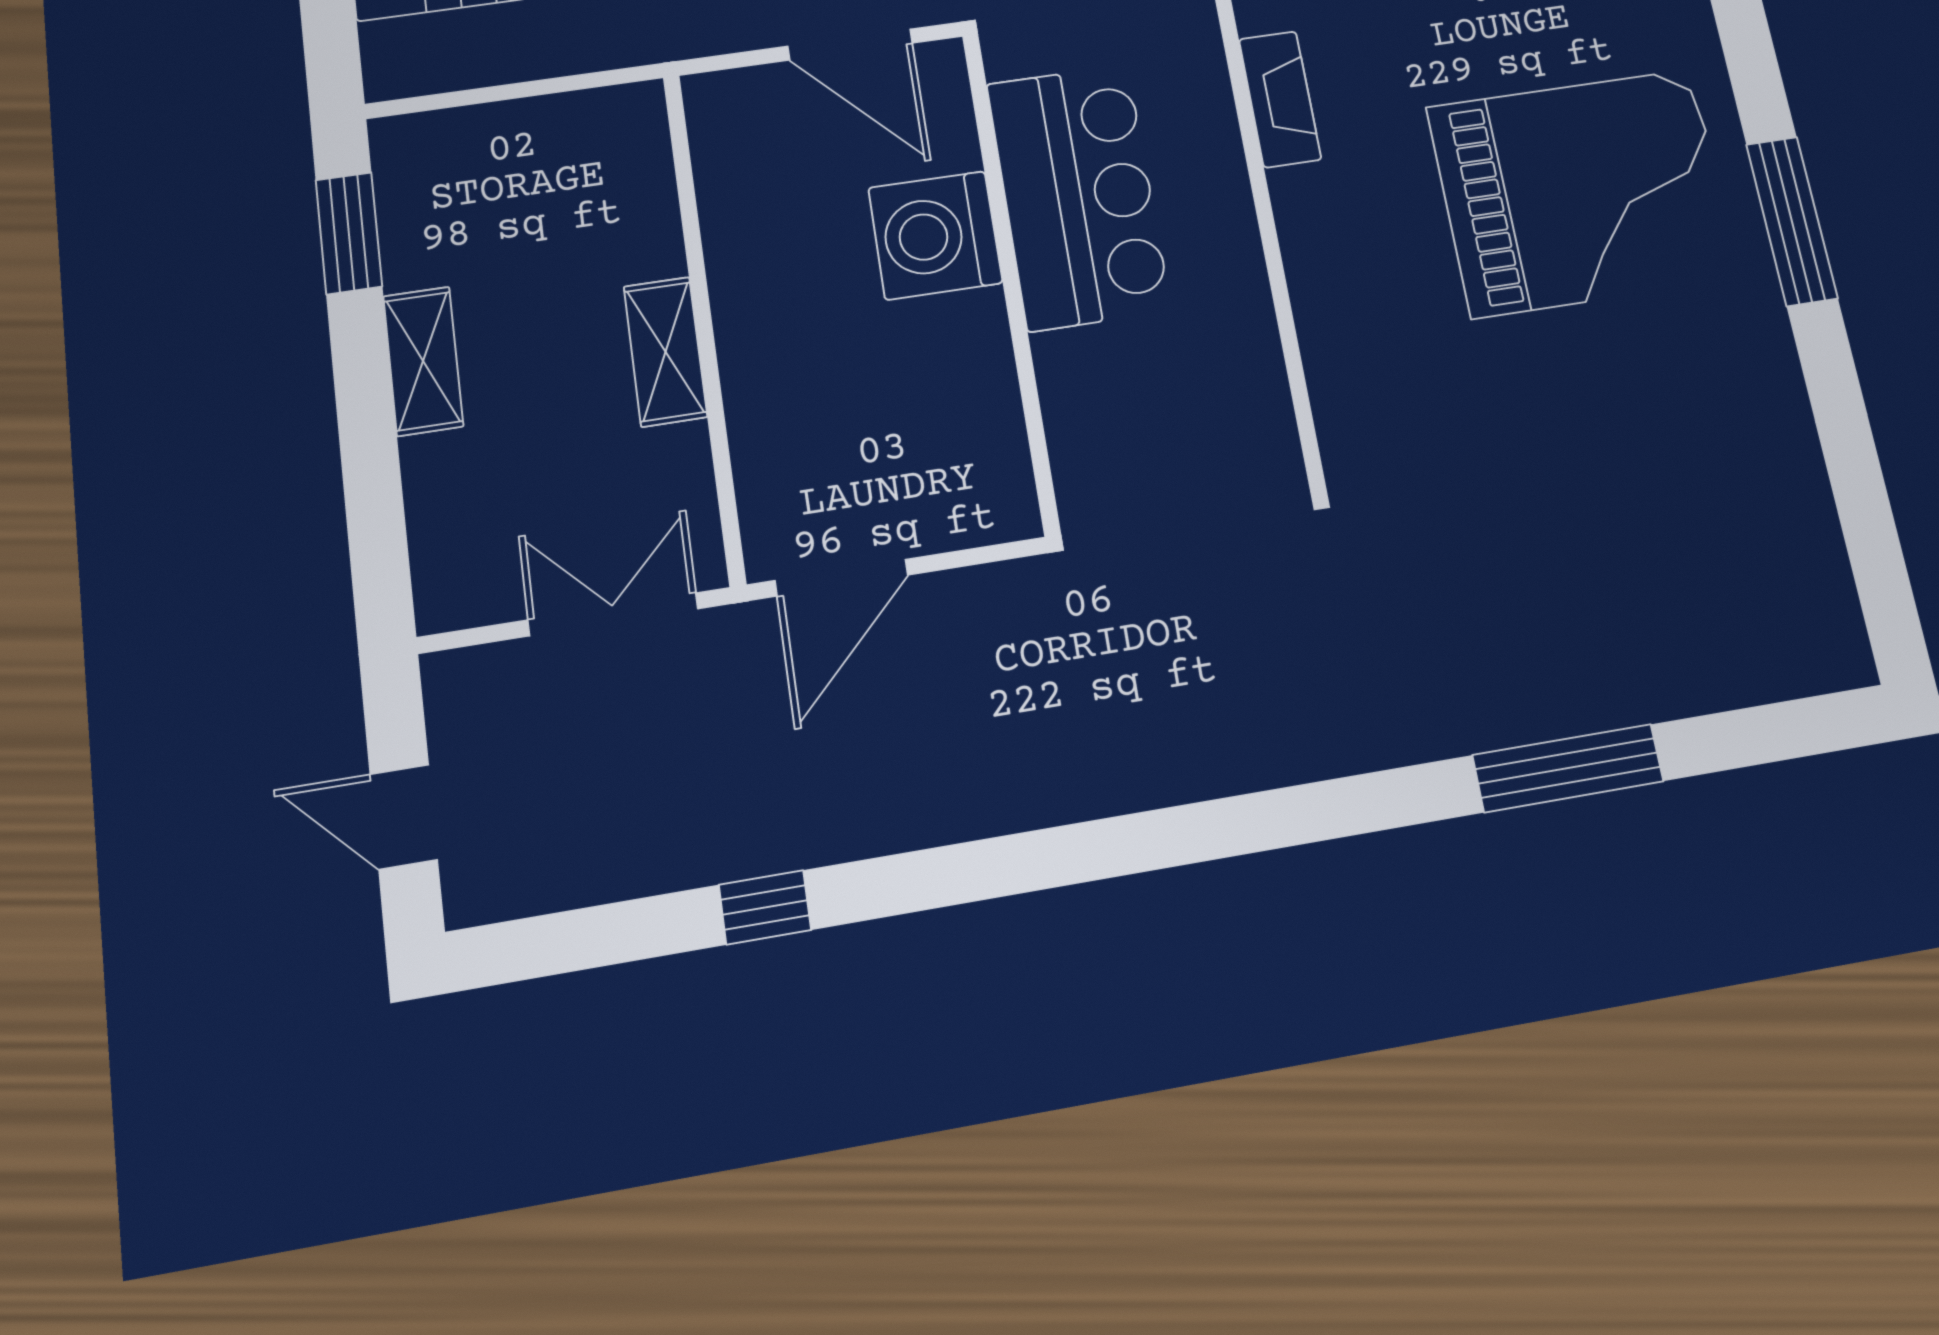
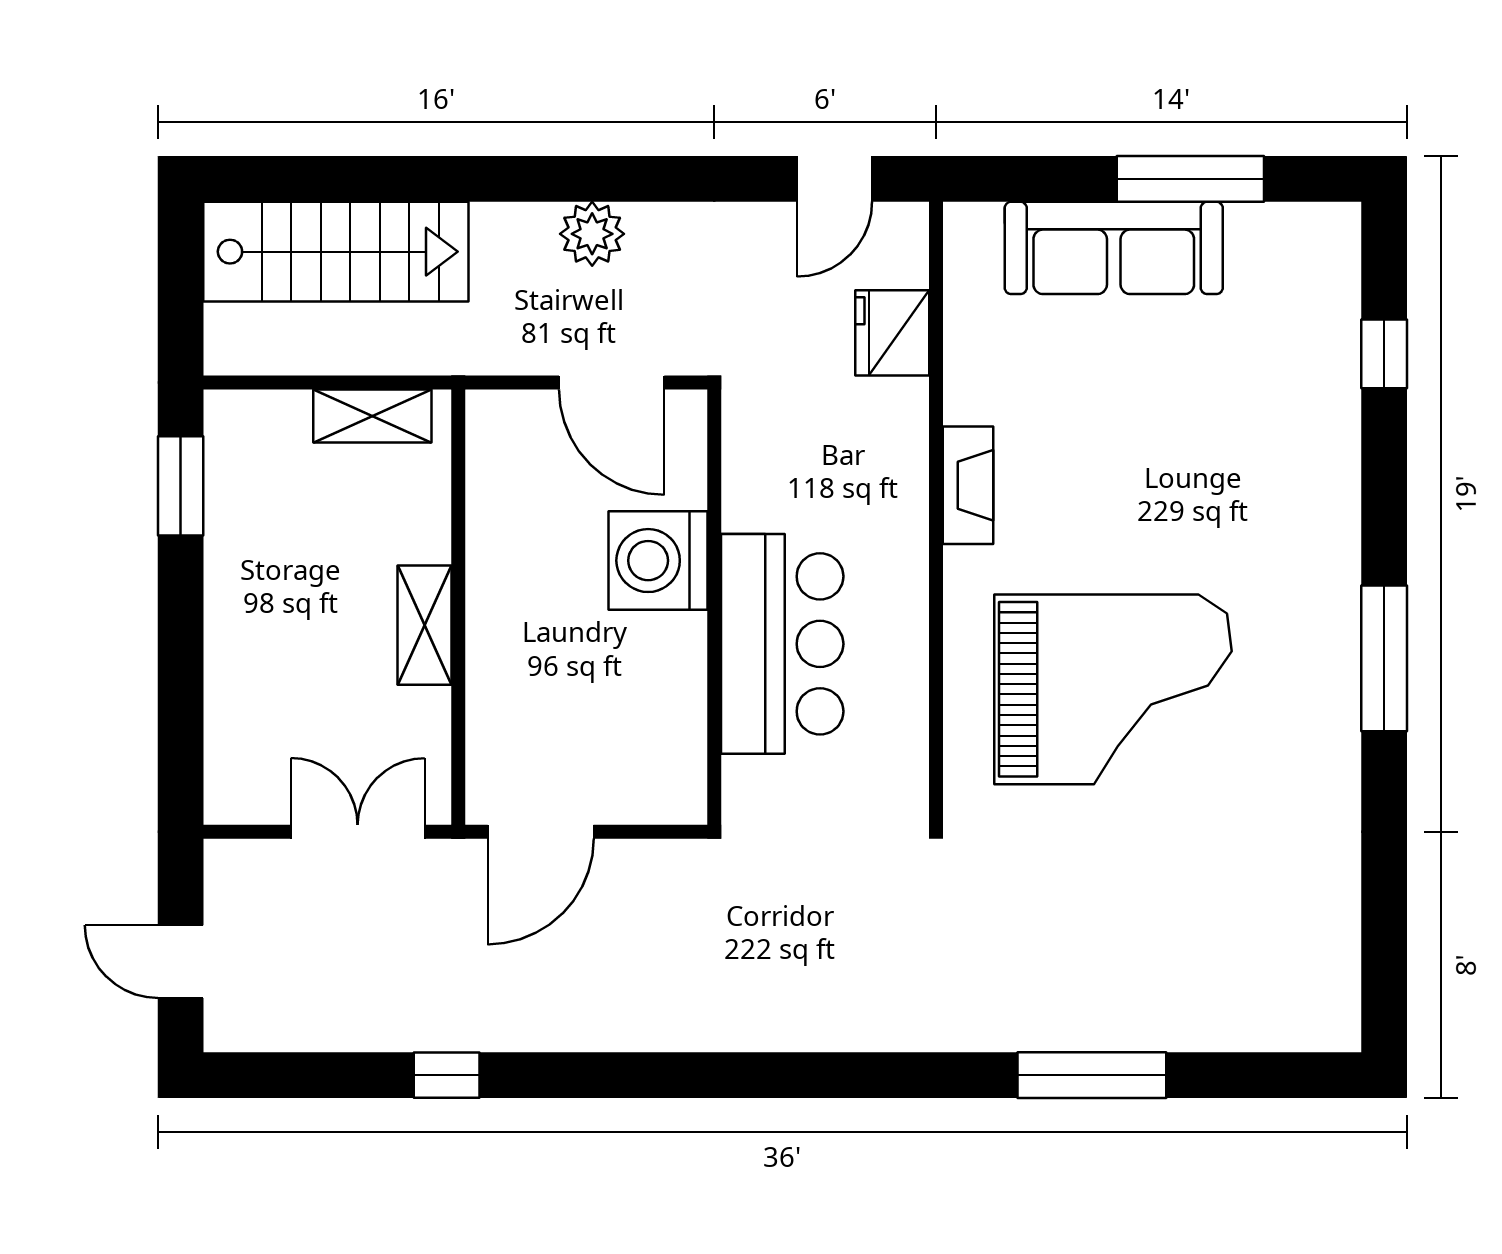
grand piano: (1583, 192) -> (1113, 689), moved
bar counter: (1078, 197) -> (782, 644), moved
shelving: (423, 361) -> (372, 416), moved, turned 90

